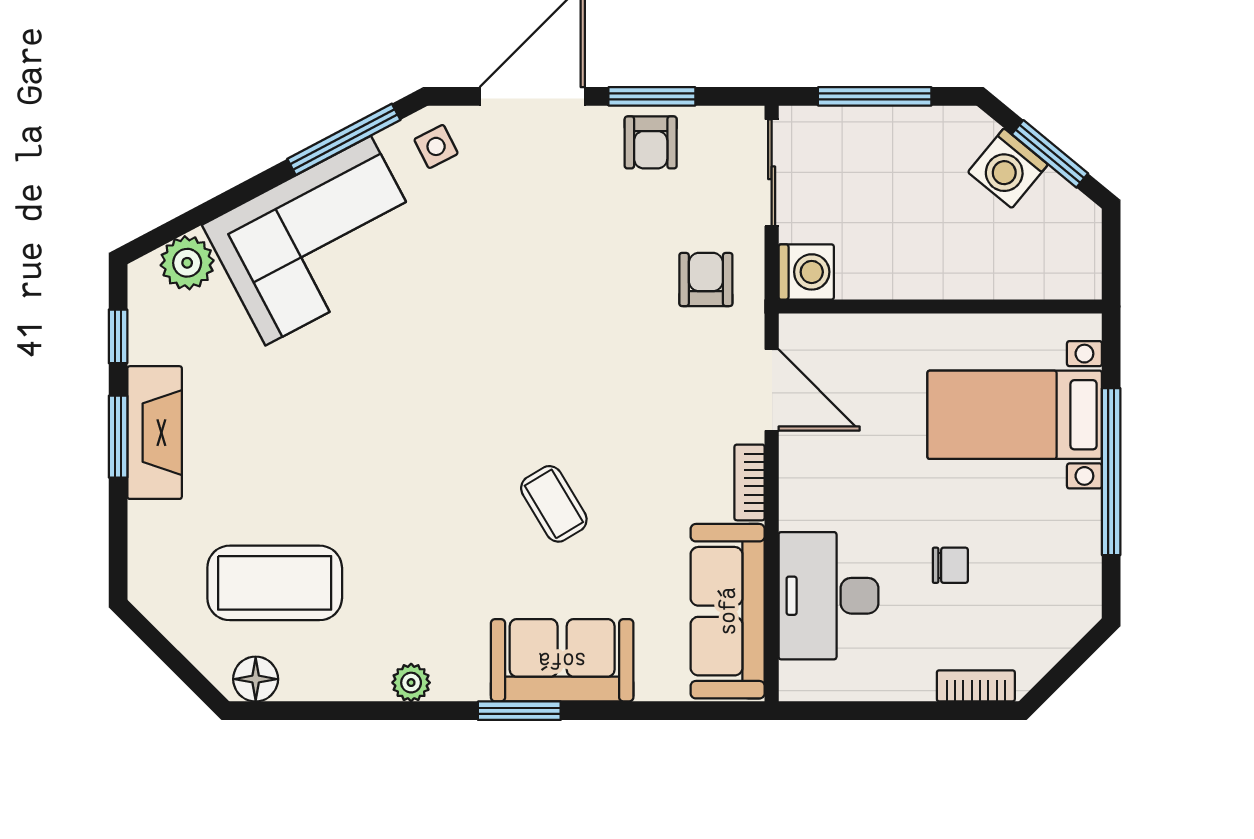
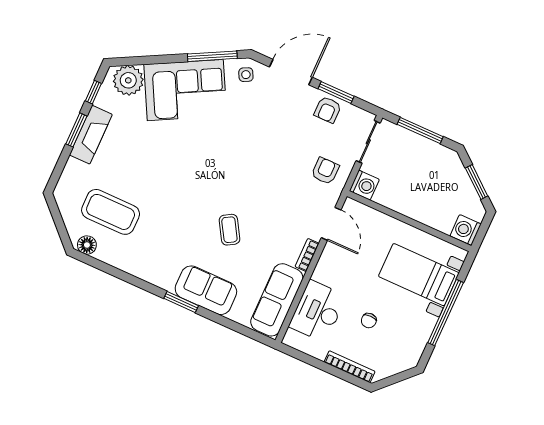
washing machine: (1008, 168) -> (466, 230), moved, turned 50
plant: (187, 263) -> (128, 80), width x1.36, depth x1.36
chair: (950, 565) -> (369, 321), turned 90
plant: (411, 683) -> (145, 273), removed
bookcase: (976, 686) -> (350, 367), width x1.56

